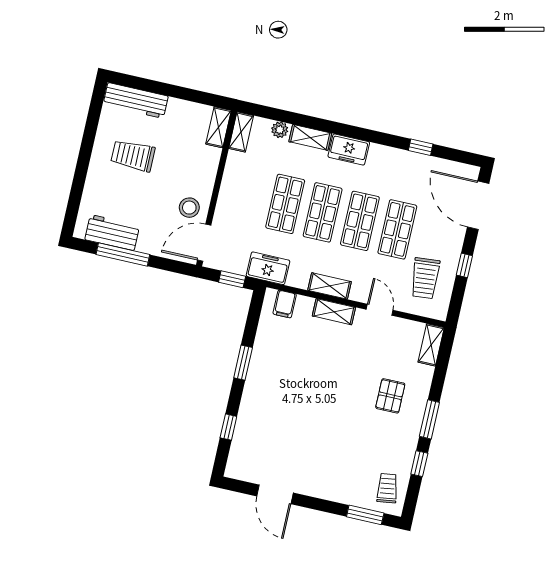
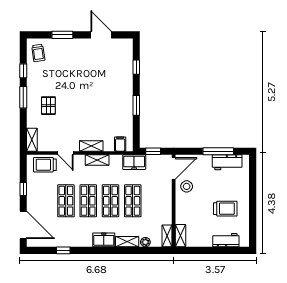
workbench: (136, 101) -> (226, 240), width x0.73
trolley: (425, 278) -> (45, 165), moved, turned -85
window: (365, 515) -> (62, 35), moved

